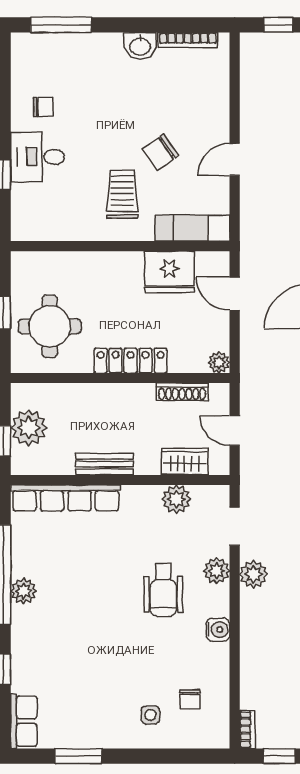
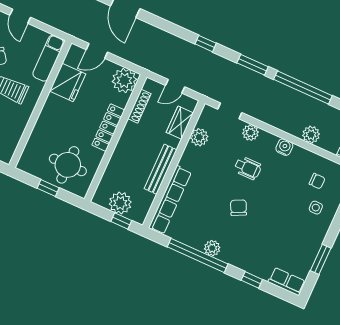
plant: (219, 362) -> (124, 80), width x1.87, depth x1.87
bench: (104, 464) -> (161, 169), width x1.36
plant: (253, 574) -> (311, 135), moved
wheelchair: (163, 590) -> (248, 168), width x0.73, depth x0.73
chair: (100, 603) -> (238, 208), added

